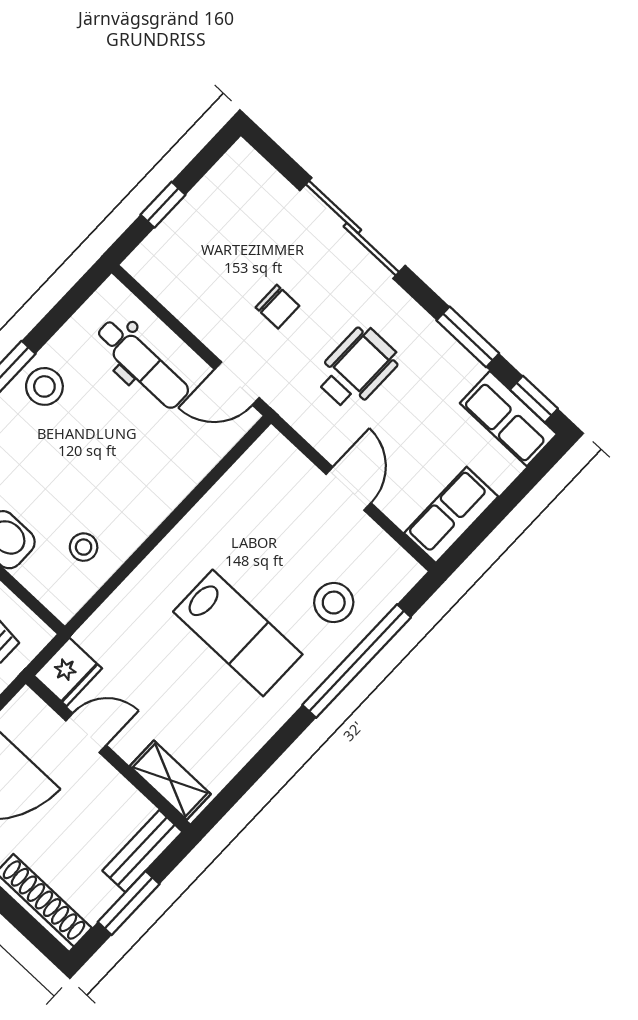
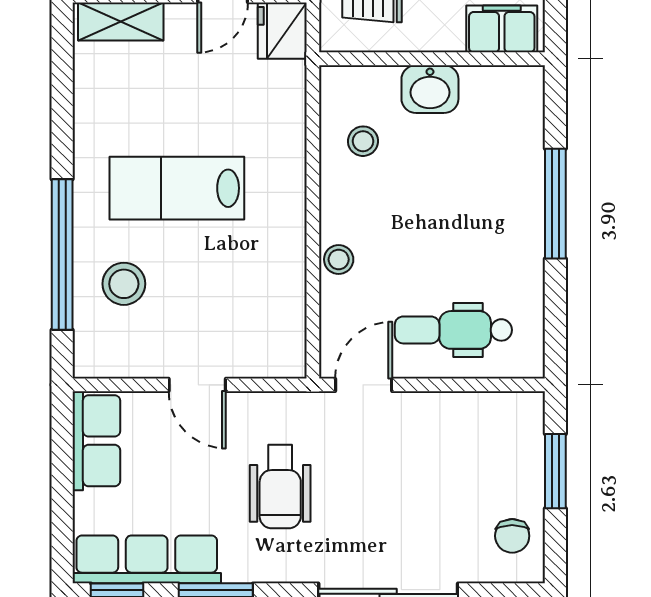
window: (163, 205) -> (555, 471), width x1.50
chair: (277, 307) -> (512, 536), moved, turned -90
stool: (44, 386) -> (339, 259), moved, width x0.73, depth x0.73
row of seats: (508, 419) -> (147, 559), width x1.48

